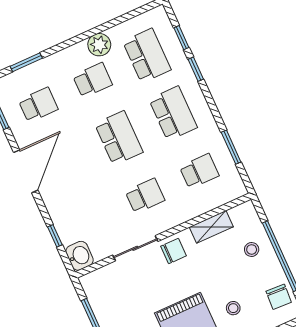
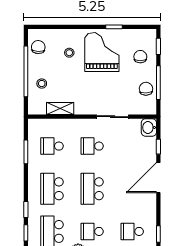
door: (26, 171) -> (158, 178), moved
chair: (173, 251) -> (146, 89), moved, turned 88

